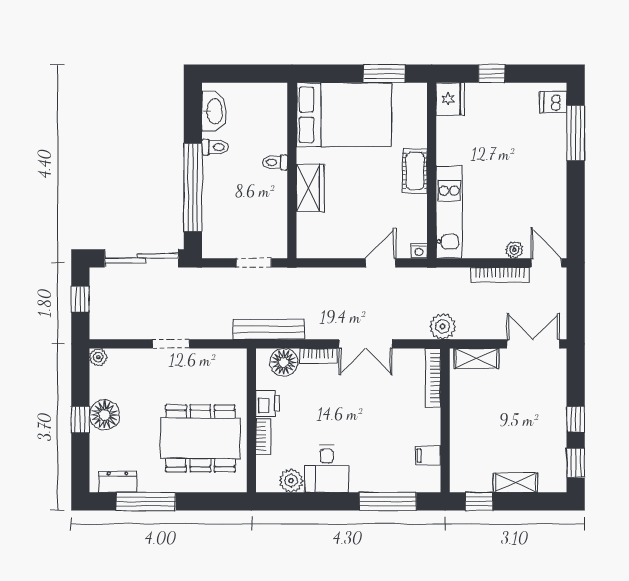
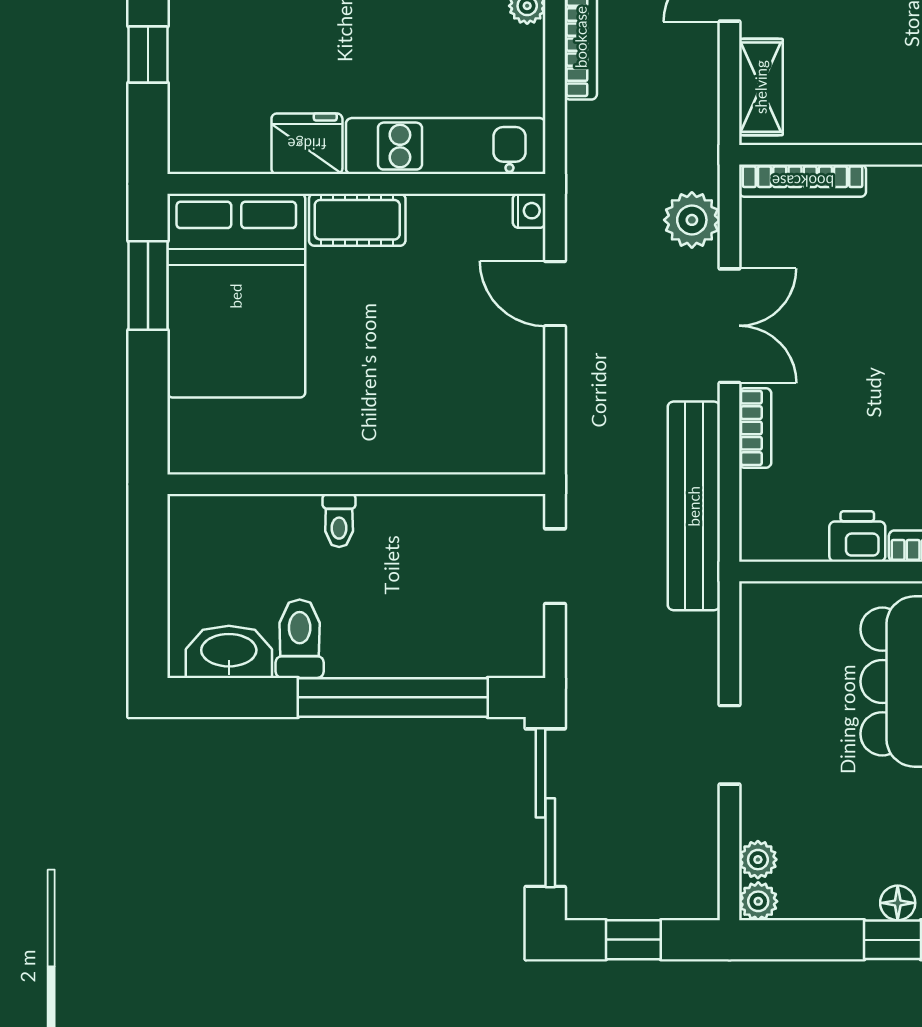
fridge: (450, 99) -> (307, 144), moved
bed: (344, 115) -> (236, 296), moved, turned 180
toilet: (215, 147) -> (300, 639), width x1.37, depth x1.39
wardrobe: (310, 188) -> (394, 445), removed
plant: (443, 326) -> (692, 220), moved
bench: (269, 329) -> (694, 506), width x1.37, depth x1.21
plant: (118, 357) -> (758, 860), added
floor lamp: (284, 362) -> (769, 502), removed
floor lamp: (105, 415) -> (898, 903), width x0.53, depth x0.53

